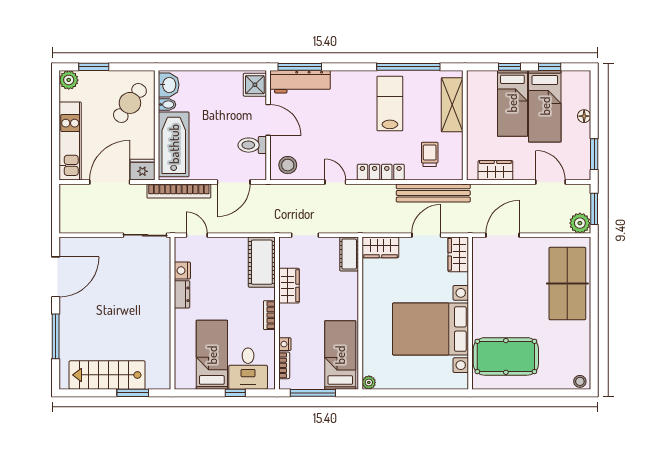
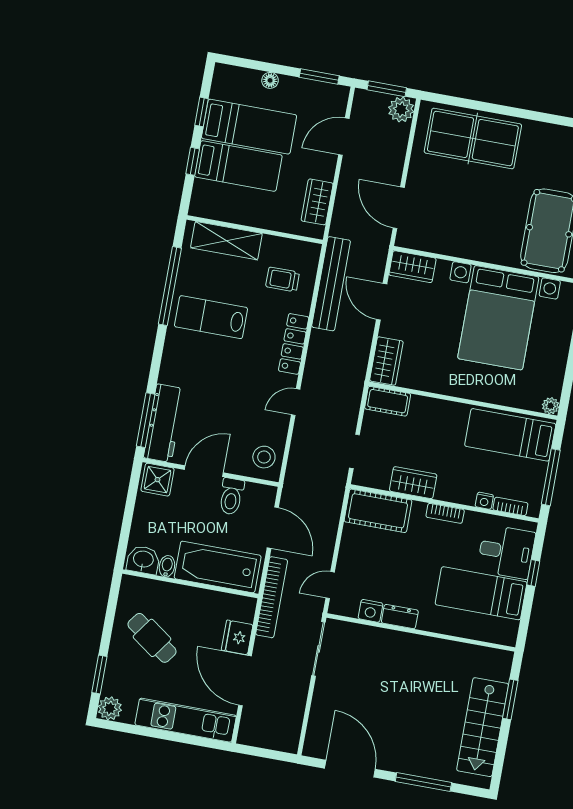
washbasin: (169, 85) -> (143, 560), moved
bidet: (167, 105) -> (167, 566), moved
wall: (157, 125) -> (190, 584), moved
bathtub: (174, 144) -> (218, 567), moved

